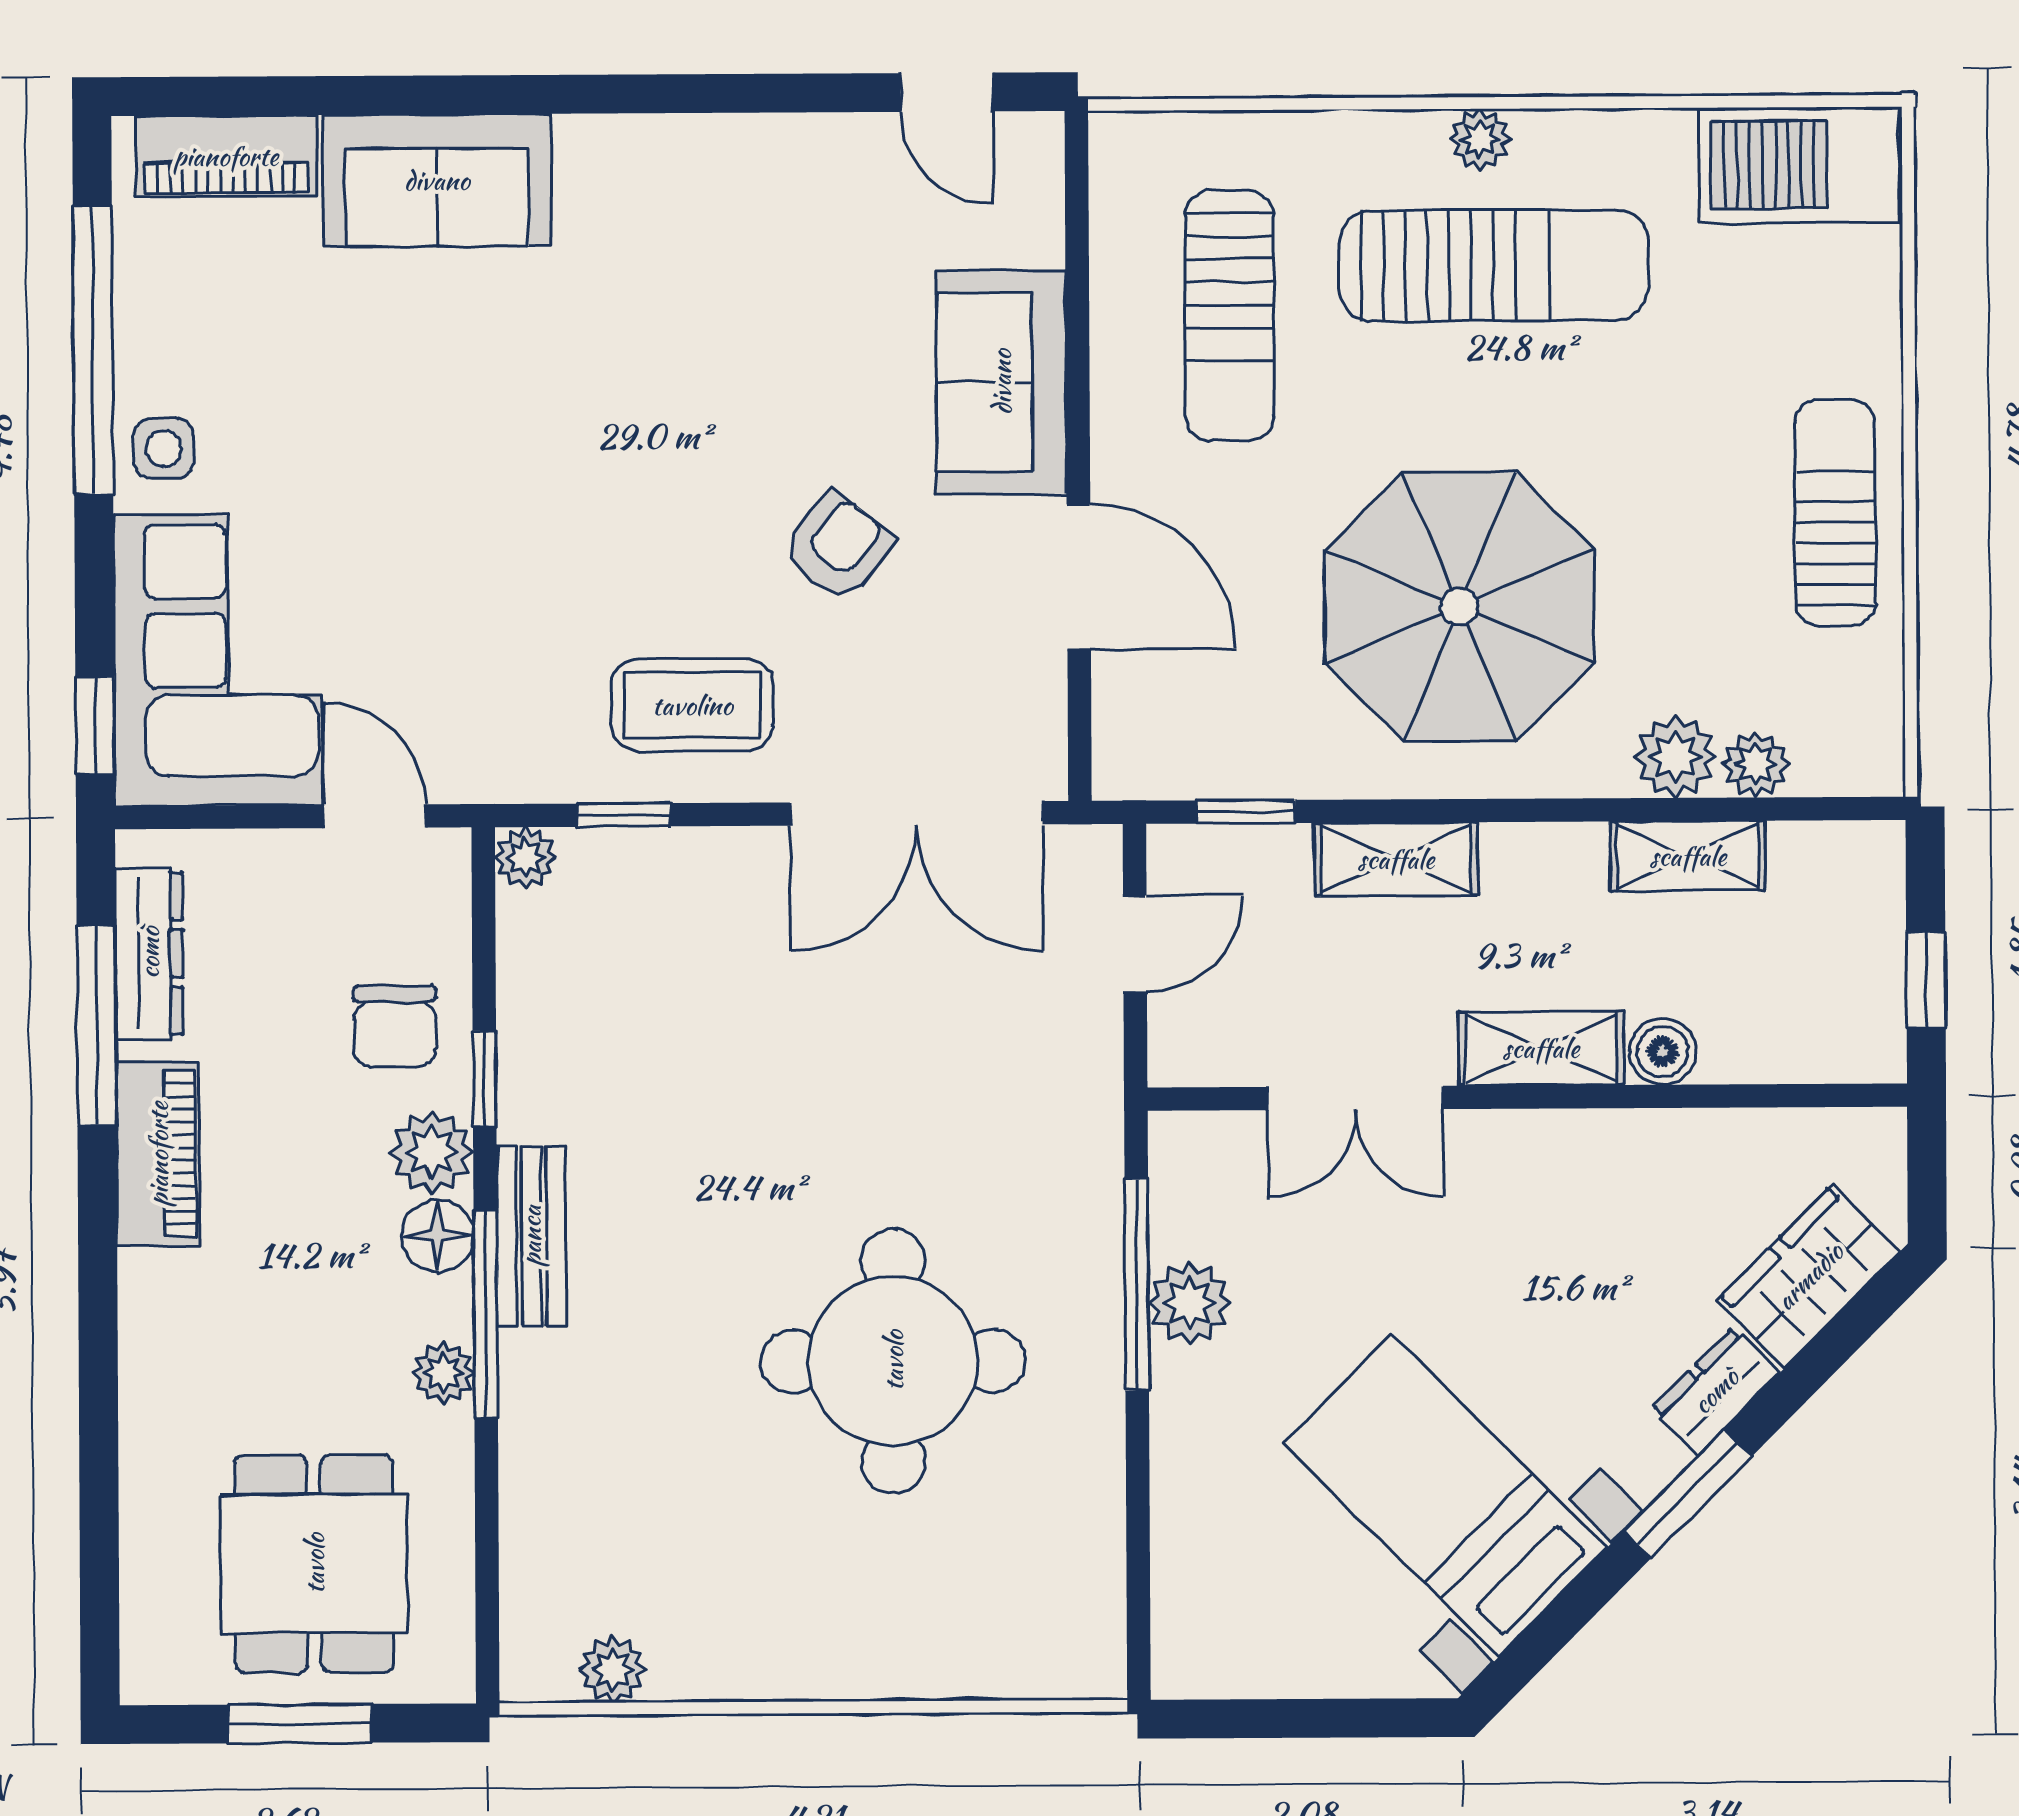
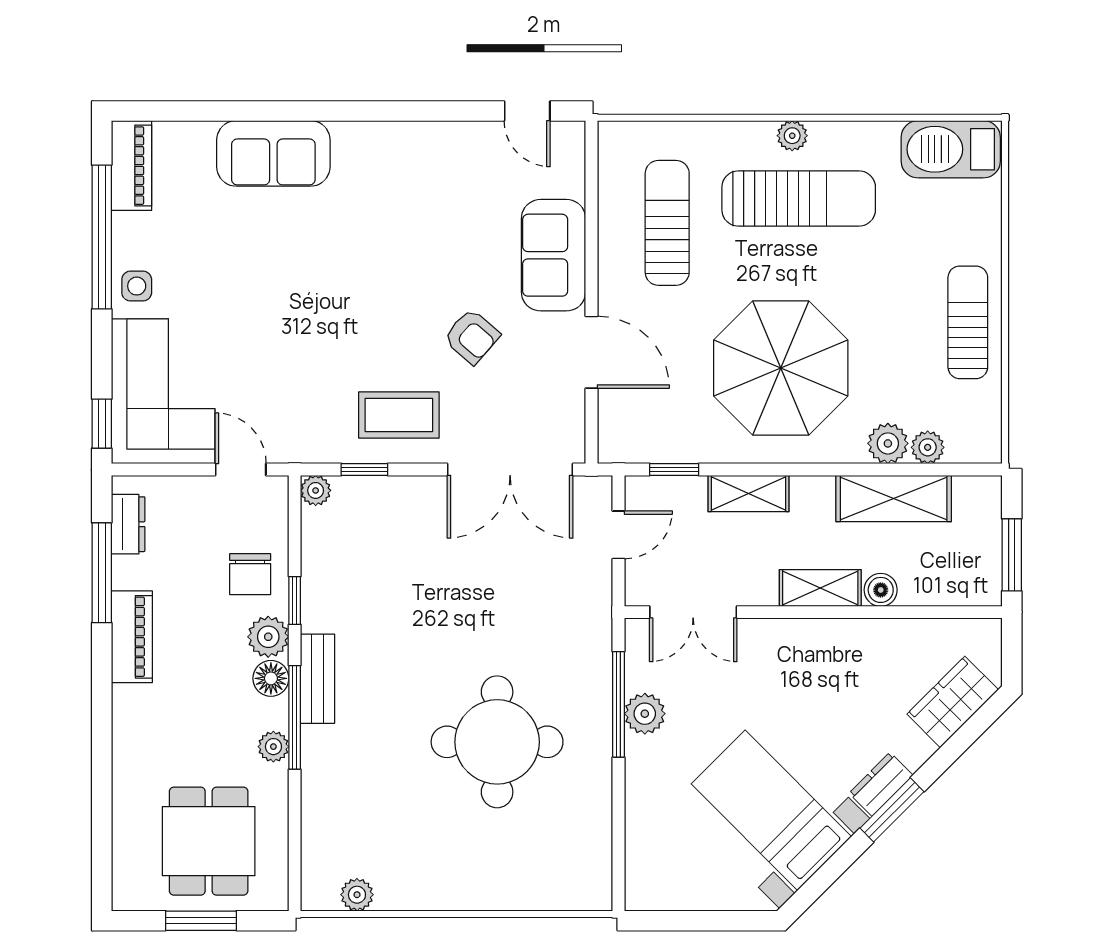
piano: (226, 156) -> (132, 166), moved, turned -90
sun lounger: (1230, 316) -> (667, 223), turned 180
armchair: (838, 546) -> (472, 337), turned 93
shelving: (1688, 856) -> (894, 498), width x1.50, depth x1.33
dresser: (149, 953) -> (128, 524), width x0.70
window: (1926, 980) -> (1012, 555), width x1.50
double door: (1355, 1098) -> (693, 612), moved
dresser: (1715, 1391) -> (881, 784), moved

